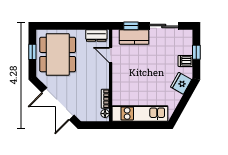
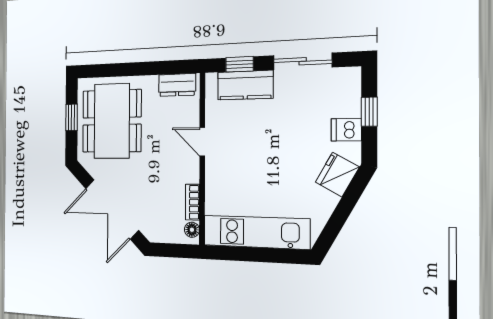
door: (111, 55) -> (202, 142), moved

